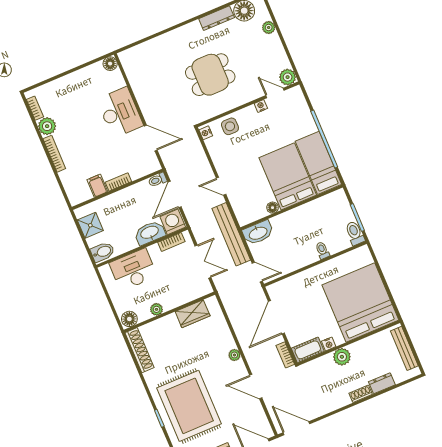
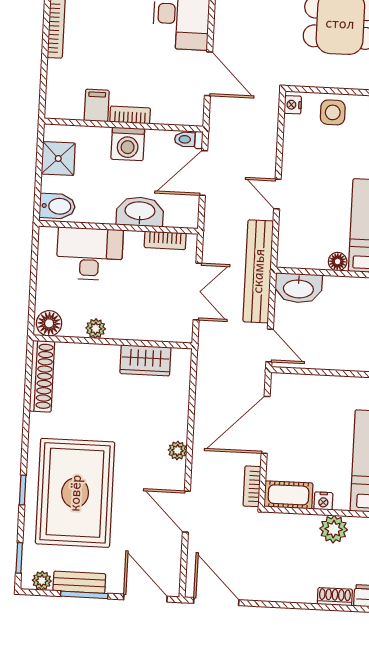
washing machine: (173, 222) -> (128, 144), moved, turned 180

